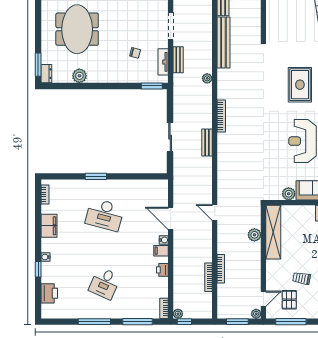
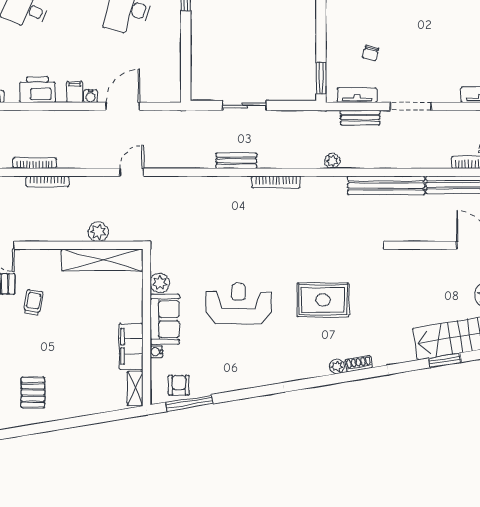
printer: (162, 270) -> (37, 90), width x1.87, depth x1.48

